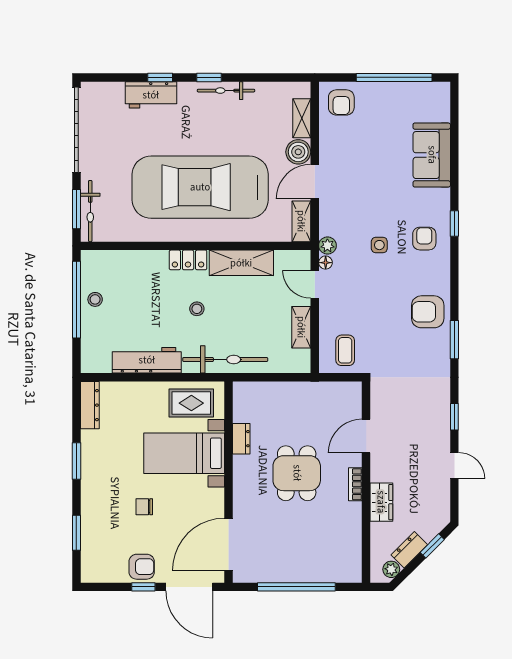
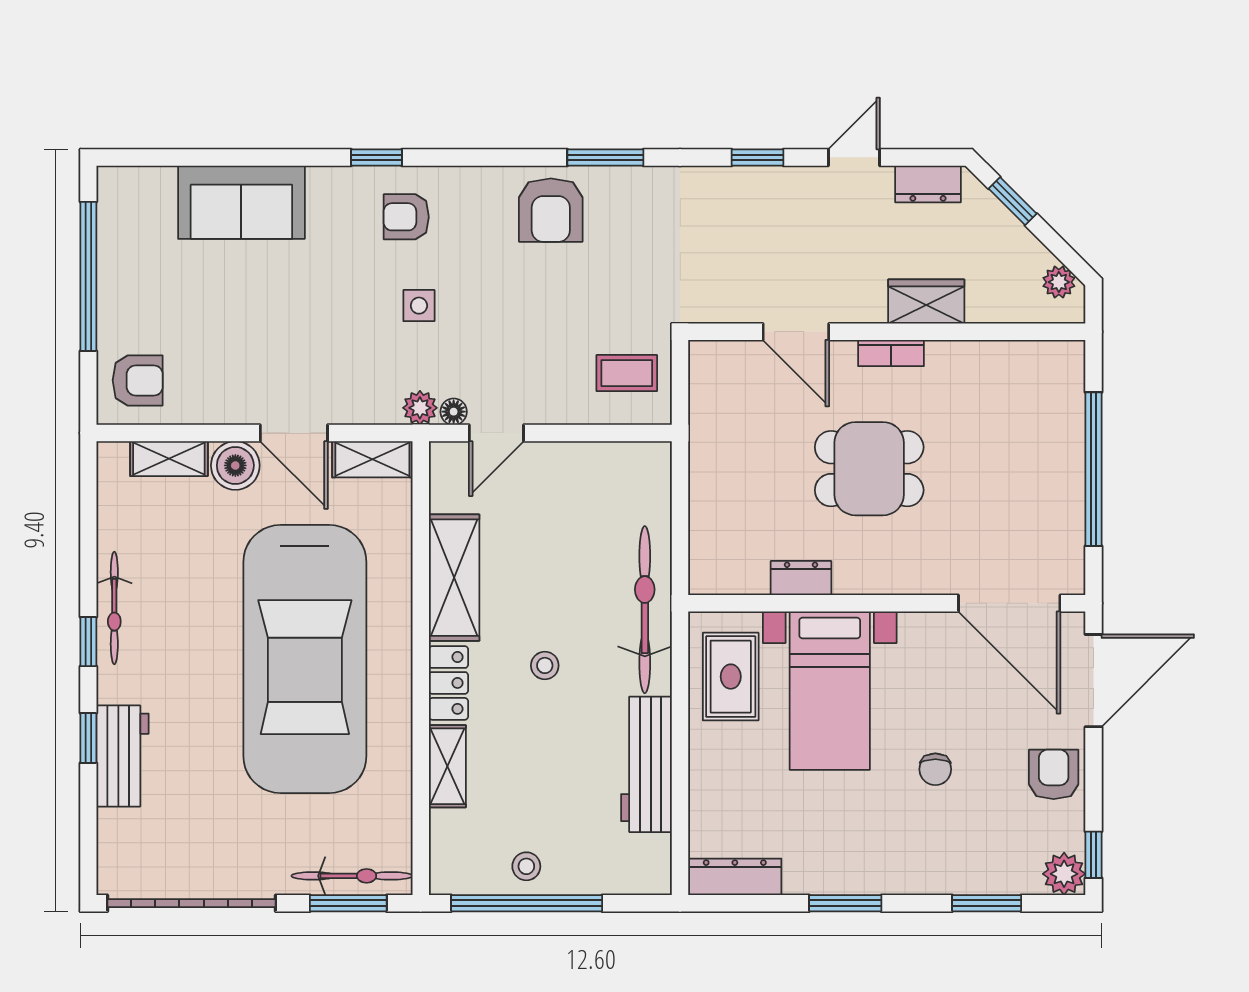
shelving: (301, 327) -> (447, 766), moved, turned 90
dresser: (409, 550) -> (928, 184), moved, turned -45
plant: (91, 572) -> (1064, 874), added
window: (143, 587) -> (1093, 855), moved

